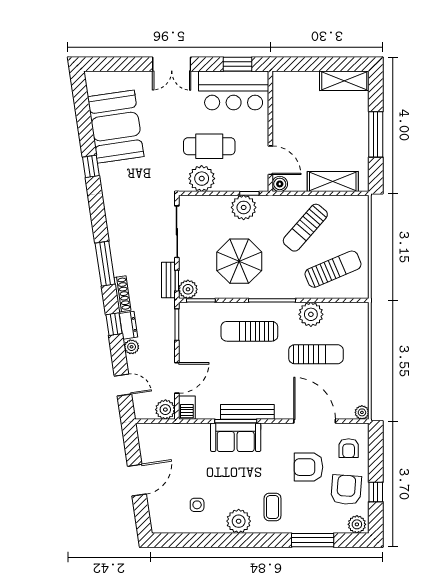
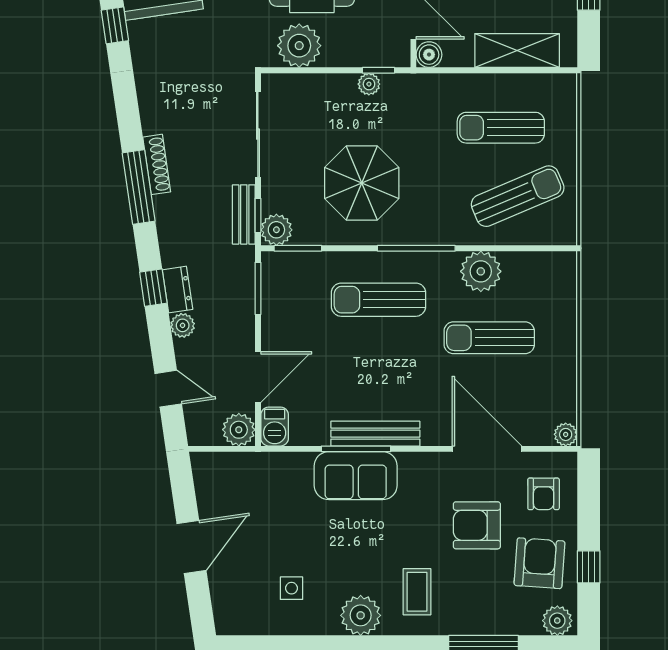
plant: (244, 207) -> (369, 84), width x0.53, depth x0.53
sun lounger: (305, 228) -> (501, 128), moved, turned 49
shoe rack: (122, 294) -> (157, 164), moved
sun lounger: (316, 354) -> (489, 338), turned 180

